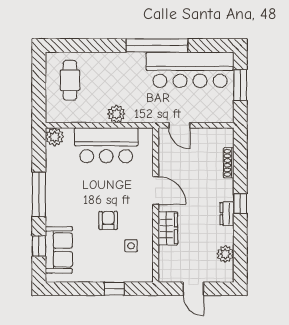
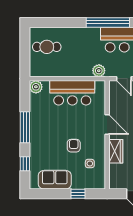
cafe table: (70, 80) -> (47, 47), turned 90
plant: (116, 114) -> (99, 71), moved
sofa: (59, 250) -> (55, 180), moved, turned -90

